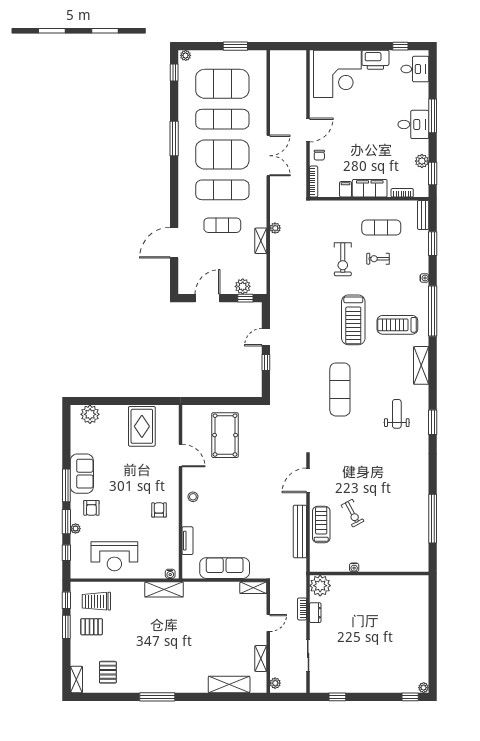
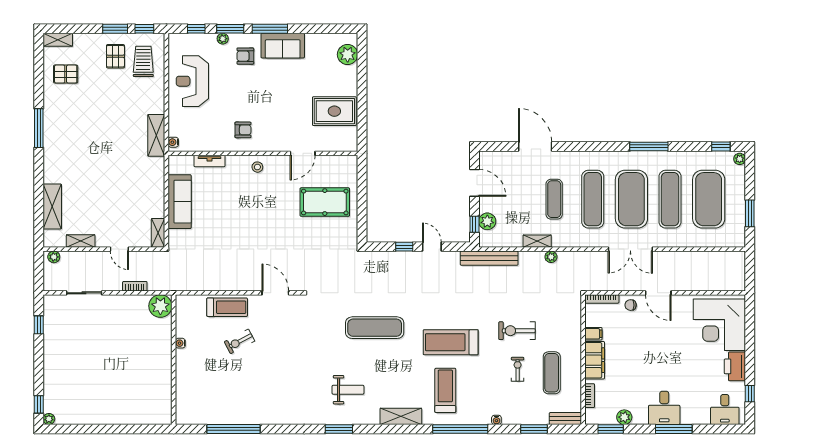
bench: (300, 531) -> (489, 258), moved
dresser: (315, 613) -> (131, 301), removed

